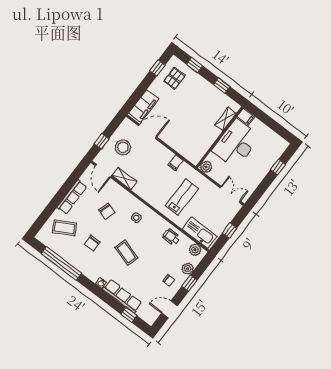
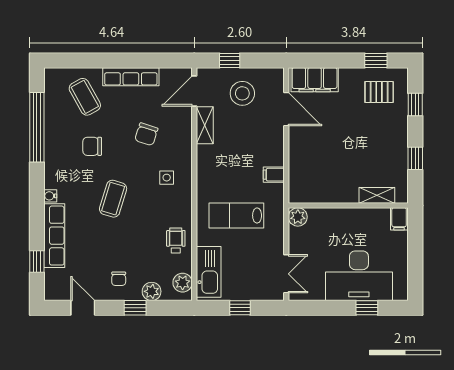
desk: (236, 144) -> (359, 276), moved, turned 180
lab bench: (182, 197) -> (236, 215), turned 180

